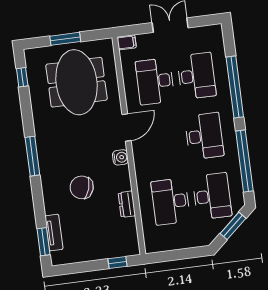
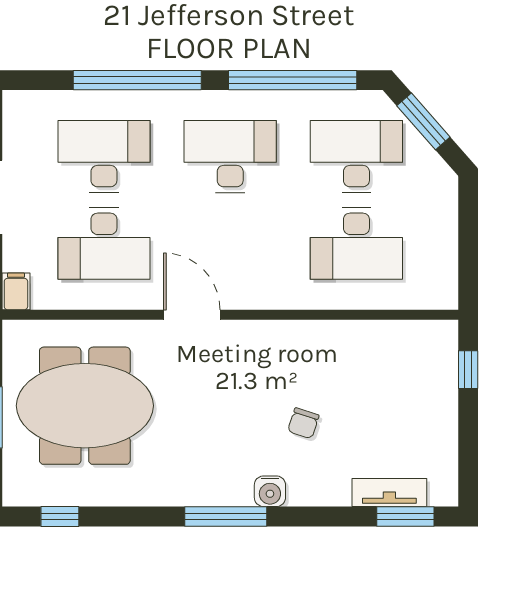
water cooler: (120, 157) -> (270, 491), moved, turned 180
chair: (82, 187) -> (303, 423), width x0.54, depth x0.54
dresser: (127, 204) -> (350, 335), removed

